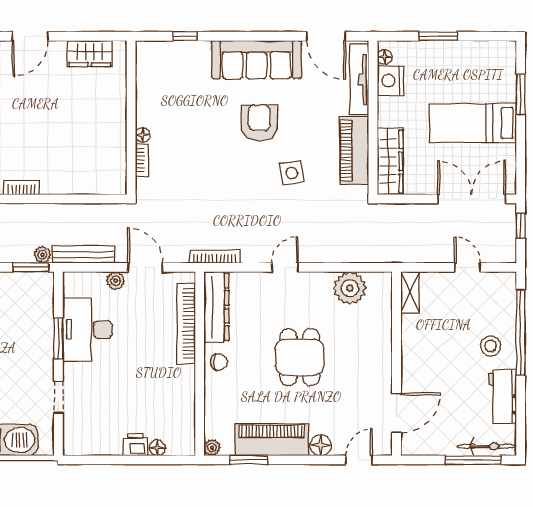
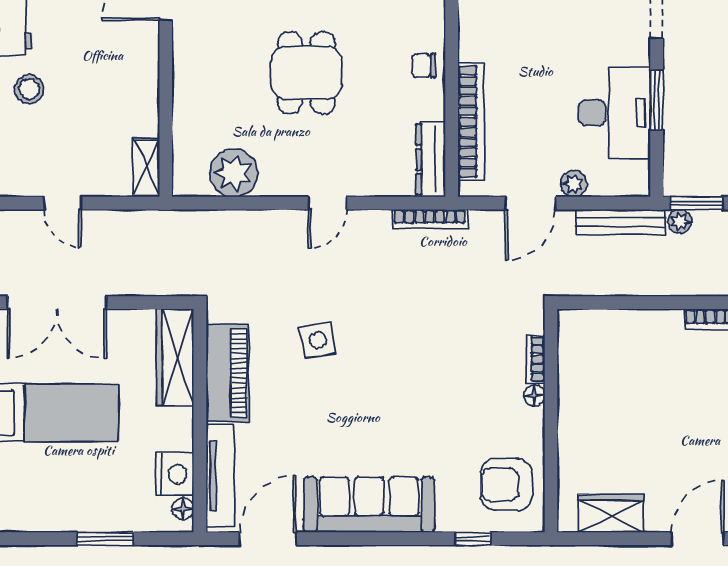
door: (326, 36) -> (268, 539), hinge flipped
armchair: (259, 123) -> (506, 485), moved, turned 90
door: (145, 267) -> (530, 203), hinge flipped
dresser: (216, 307) -> (431, 160), width x0.73, depth x0.80

